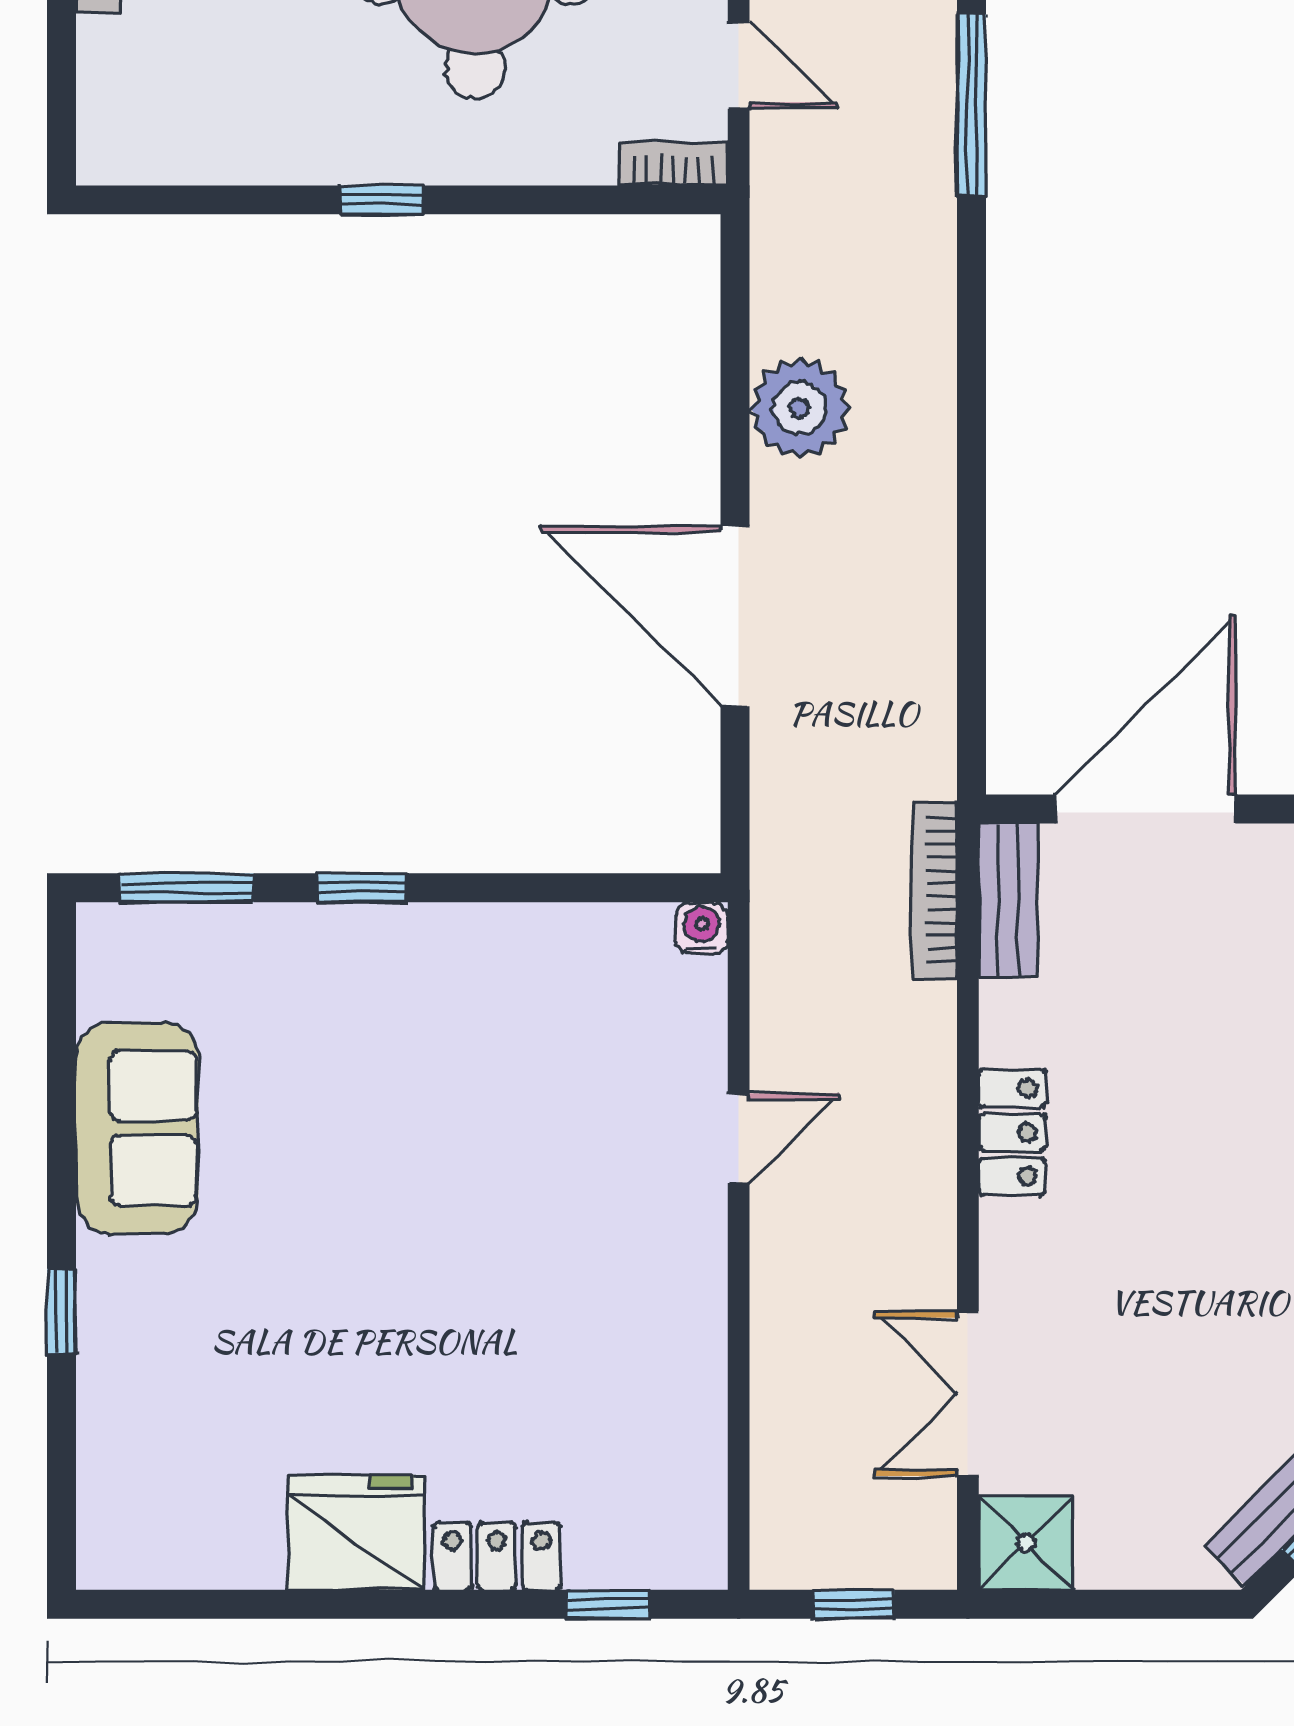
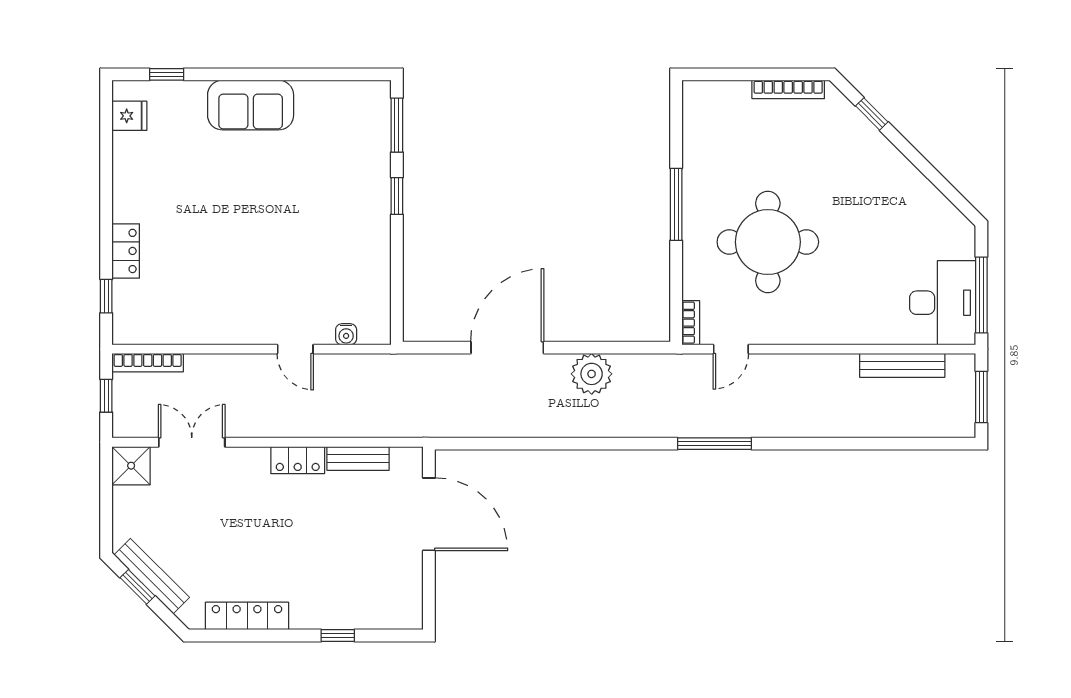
window: (382, 200) -> (676, 204), width x2.17
bookcase: (935, 890) -> (148, 363), moved, turned 180
bench: (1008, 900) -> (358, 458), moved
water cooler: (702, 928) -> (346, 334), moved, turned 90
sofa: (137, 1128) -> (251, 105), moved
window: (61, 1311) -> (167, 74), moved
fridge: (356, 1532) -> (129, 116), moved, width x0.53, depth x0.75

